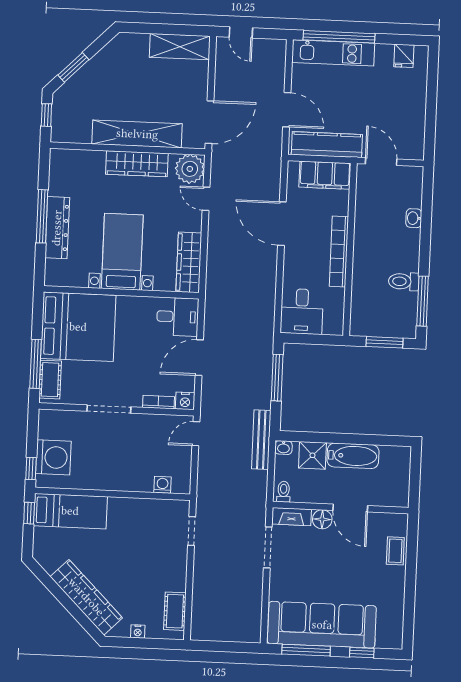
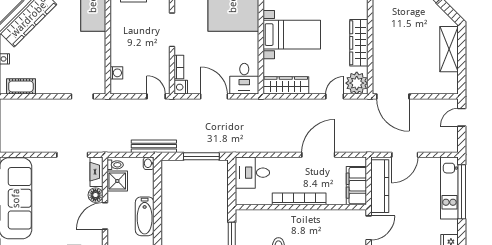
shelving: (180, 47) -> (449, 49), moved
shelving: (137, 134) -> (382, 42), removed
shower: (312, 455) -> (117, 181), moved

